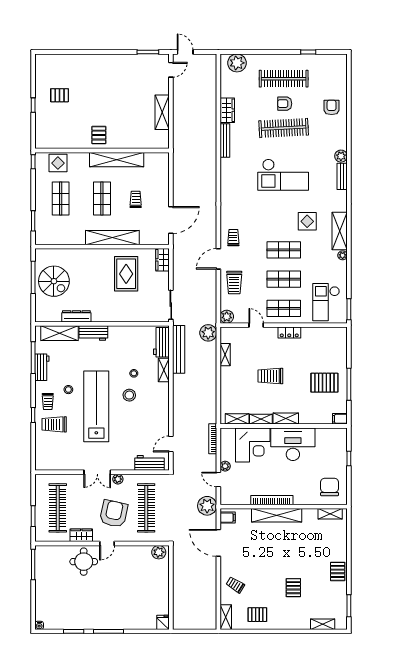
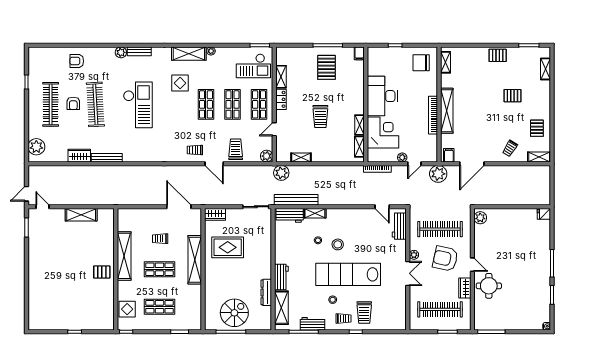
pallet: (60, 95) -> (66, 308), removed
trolley: (234, 283) -> (236, 149), turned -90
shelving: (286, 419) -> (281, 77), moved

